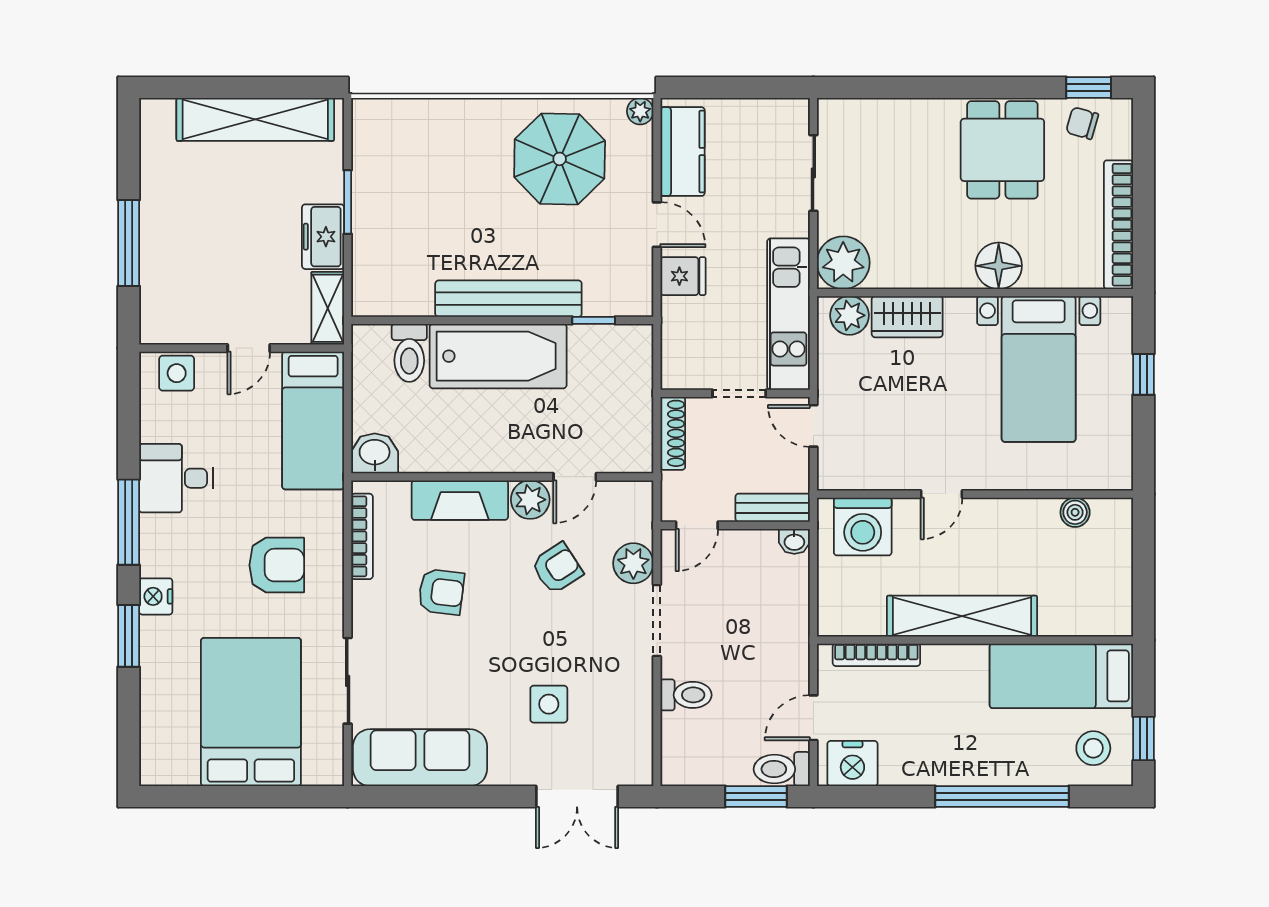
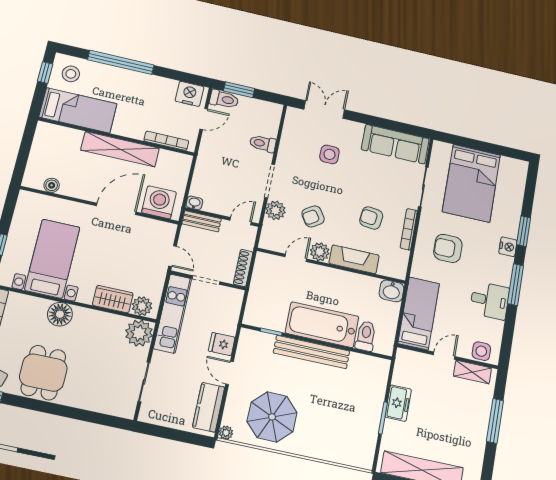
shelving: (328, 308) -> (472, 372), moved, turned 90
door: (942, 494) -> (116, 209), width x1.87
bookcase: (362, 536) -> (409, 229), moved

